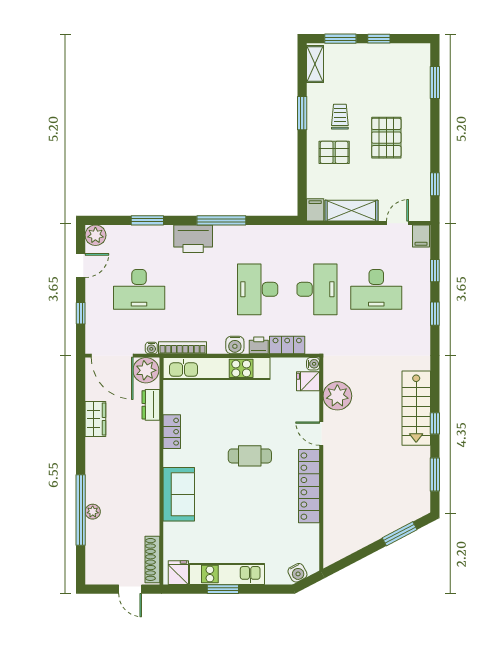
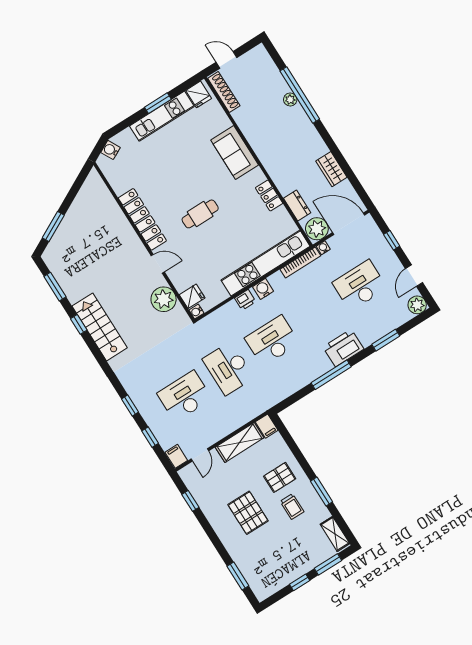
desk: (258, 289) -> (272, 341), turned -90
locker: (287, 345) -> (224, 313), removed

